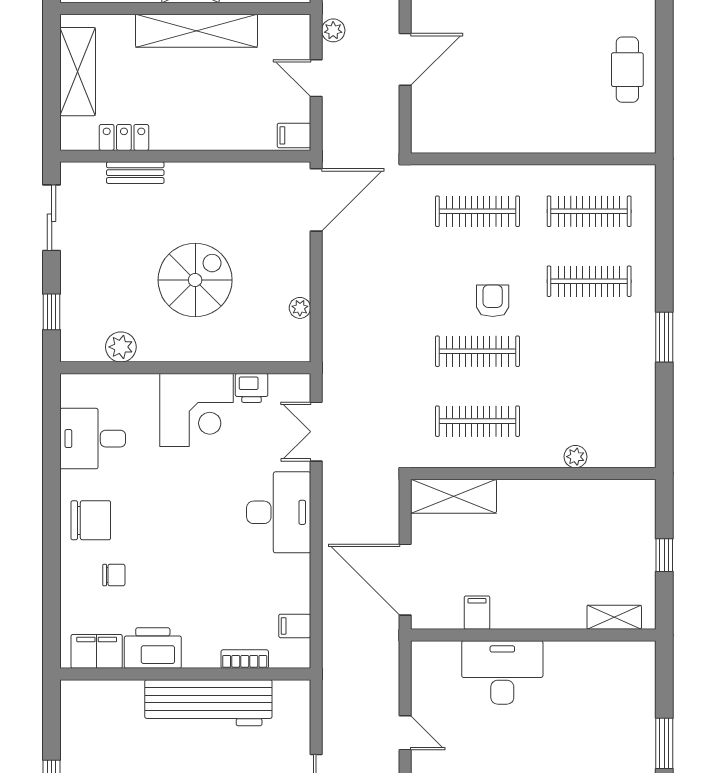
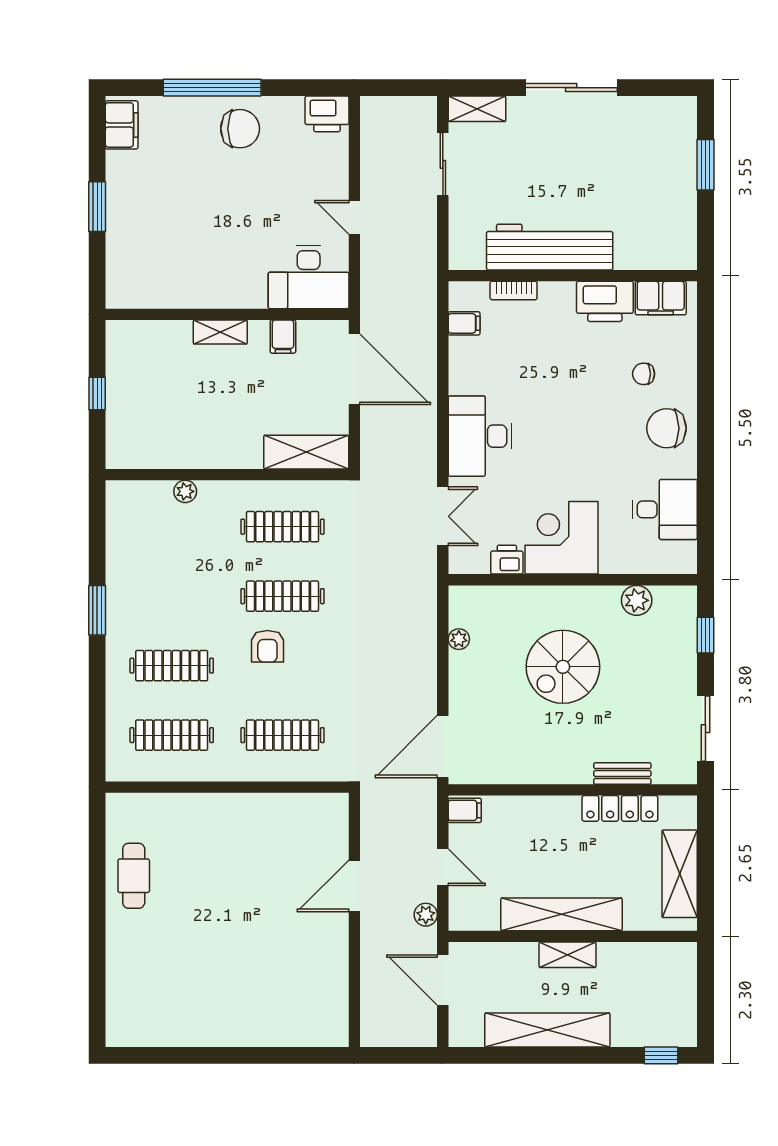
locker: (124, 137) -> (620, 808), width x1.53
shelving: (614, 617) -> (220, 332), moved
desk: (502, 672) -> (309, 277), moved

